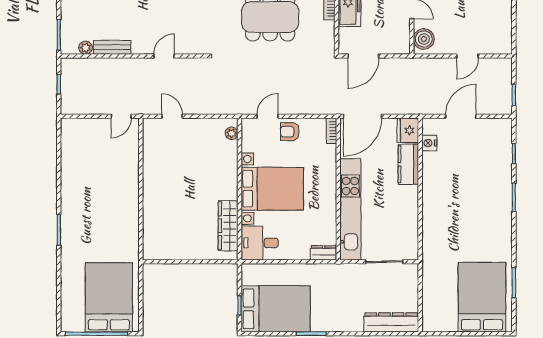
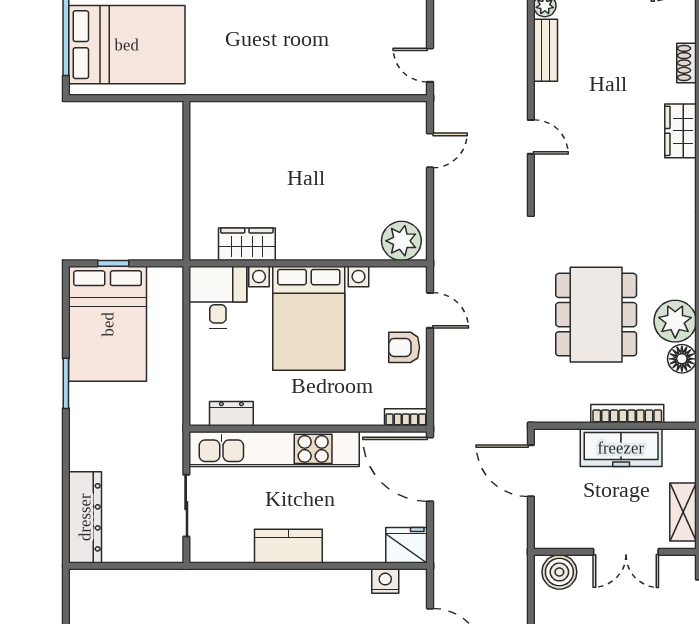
armchair: (290, 132) -> (404, 347), turned -90
plant: (232, 133) -> (401, 241), width x1.88, depth x1.88
kitchen counter: (408, 164) -> (288, 546), moved
wardrobe: (228, 226) -> (247, 244), width x0.67
dresser: (324, 253) -> (231, 414), moved, turned -90

